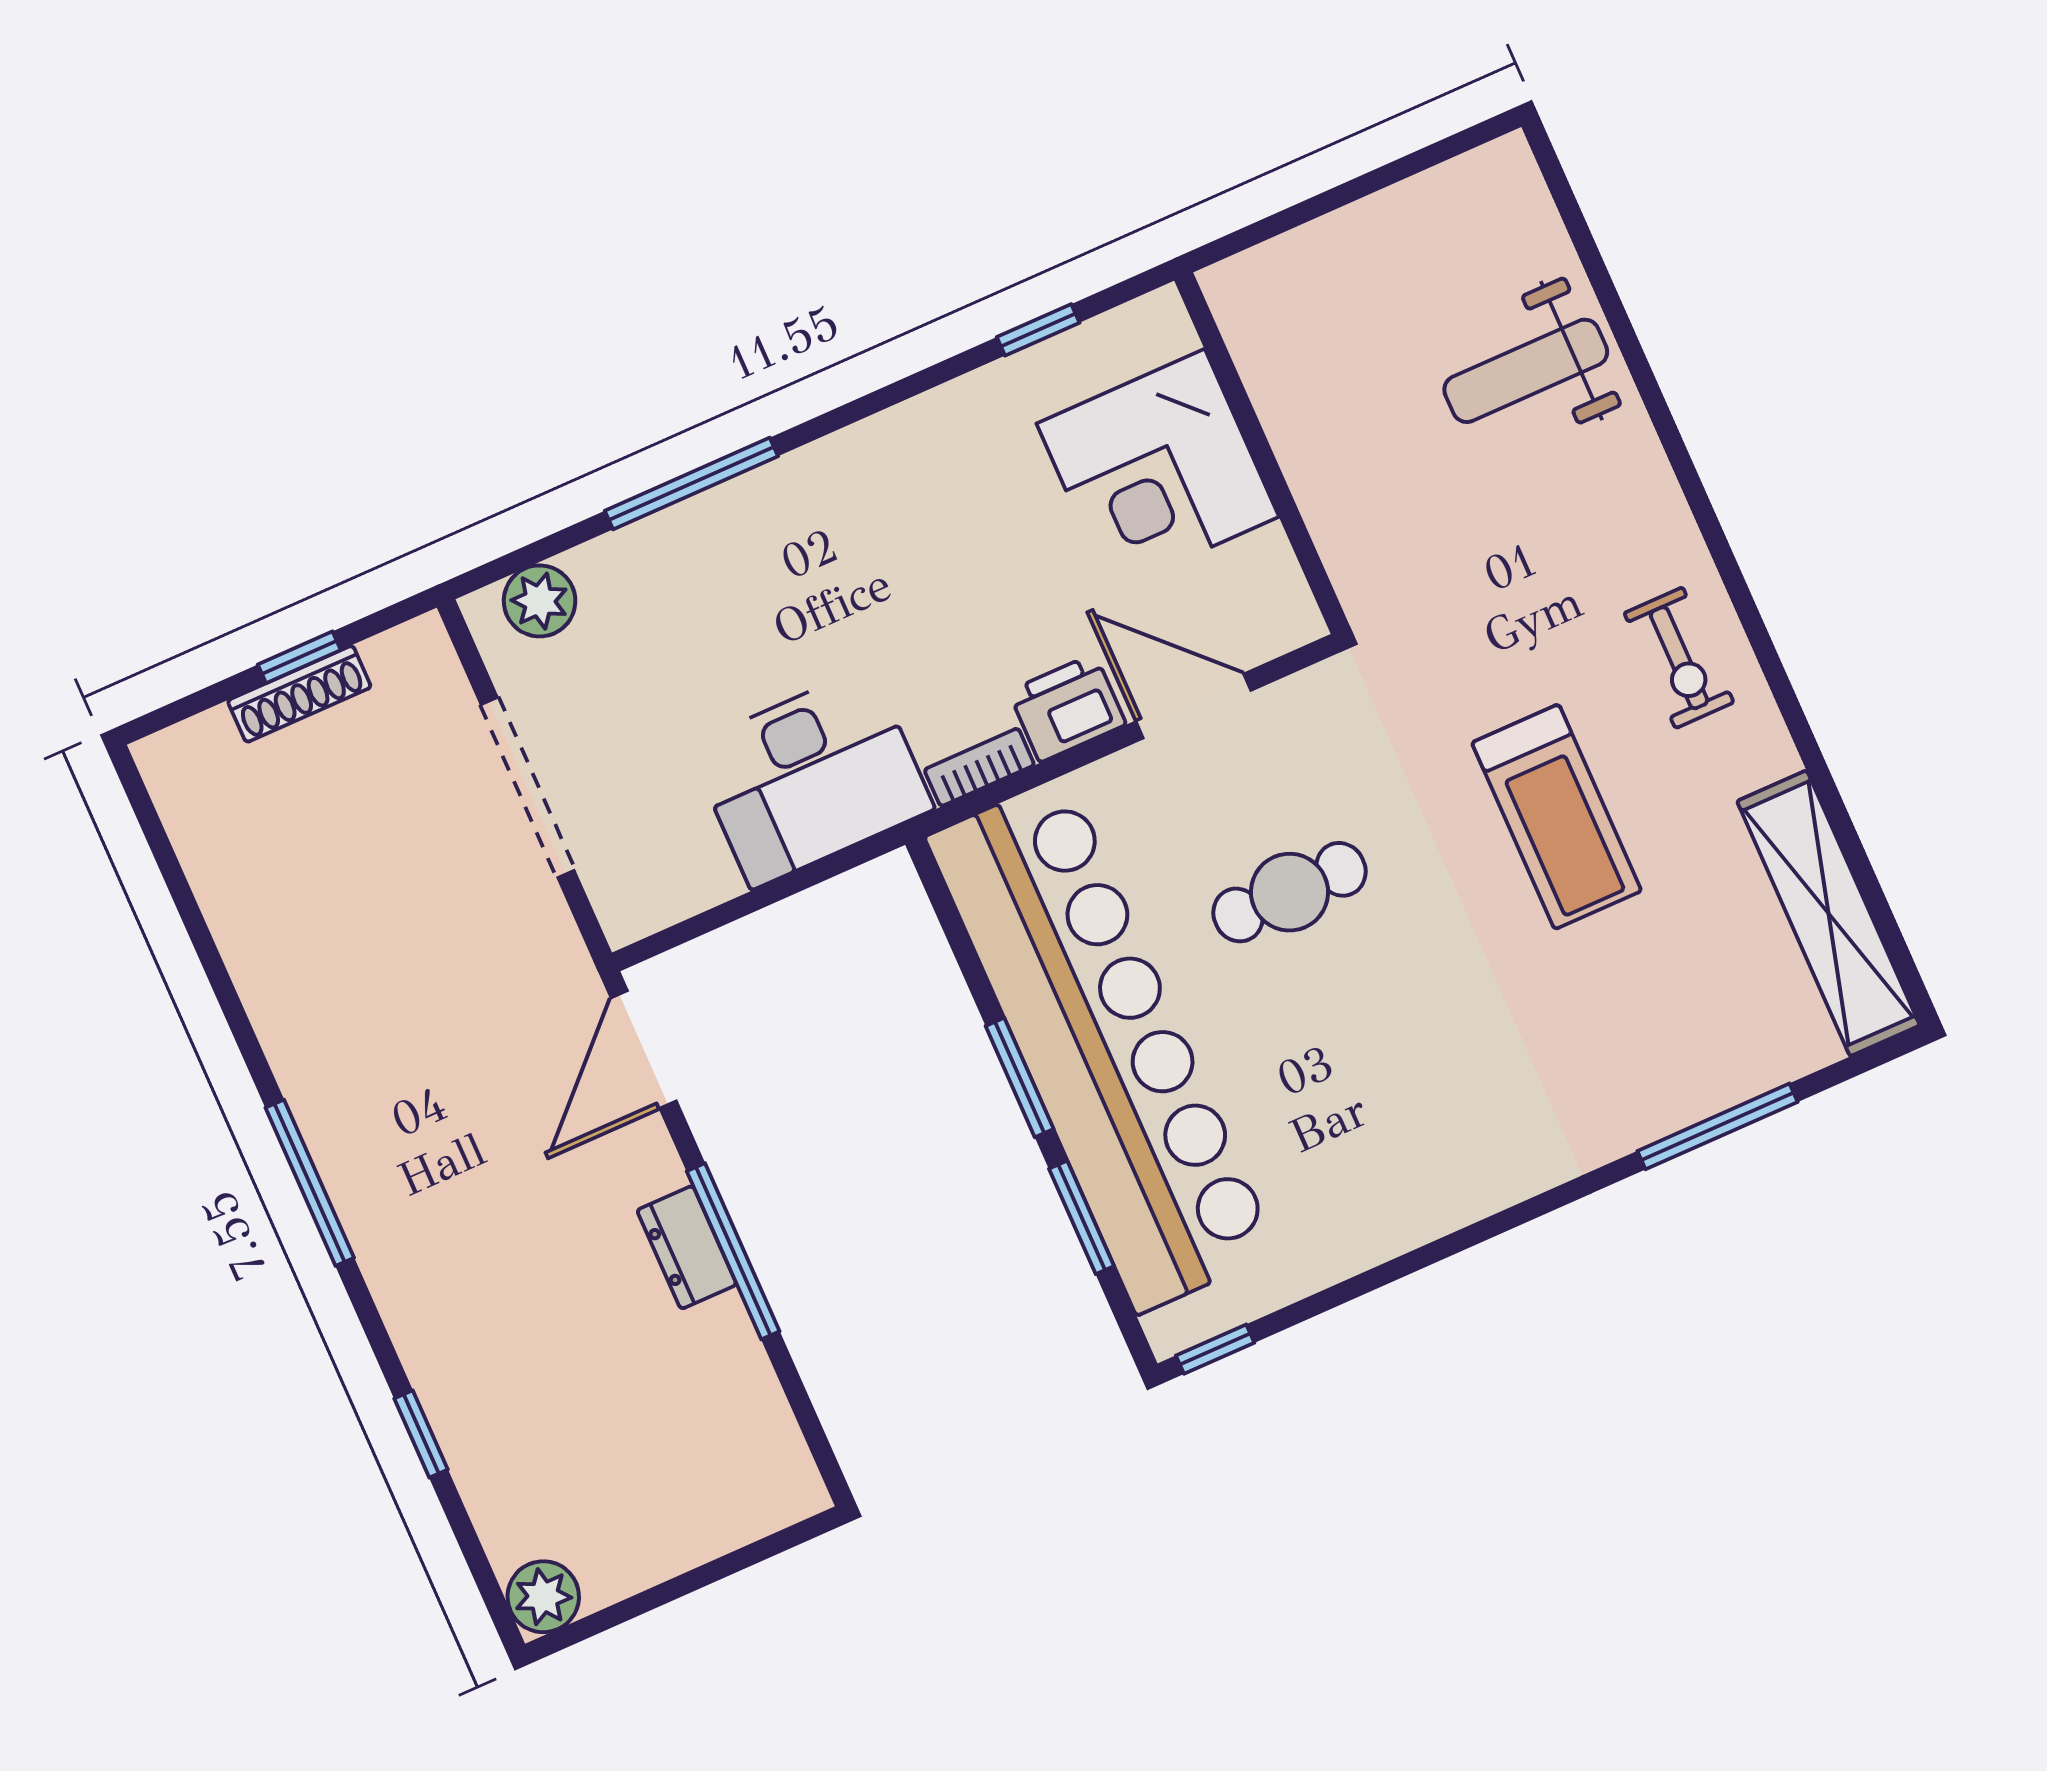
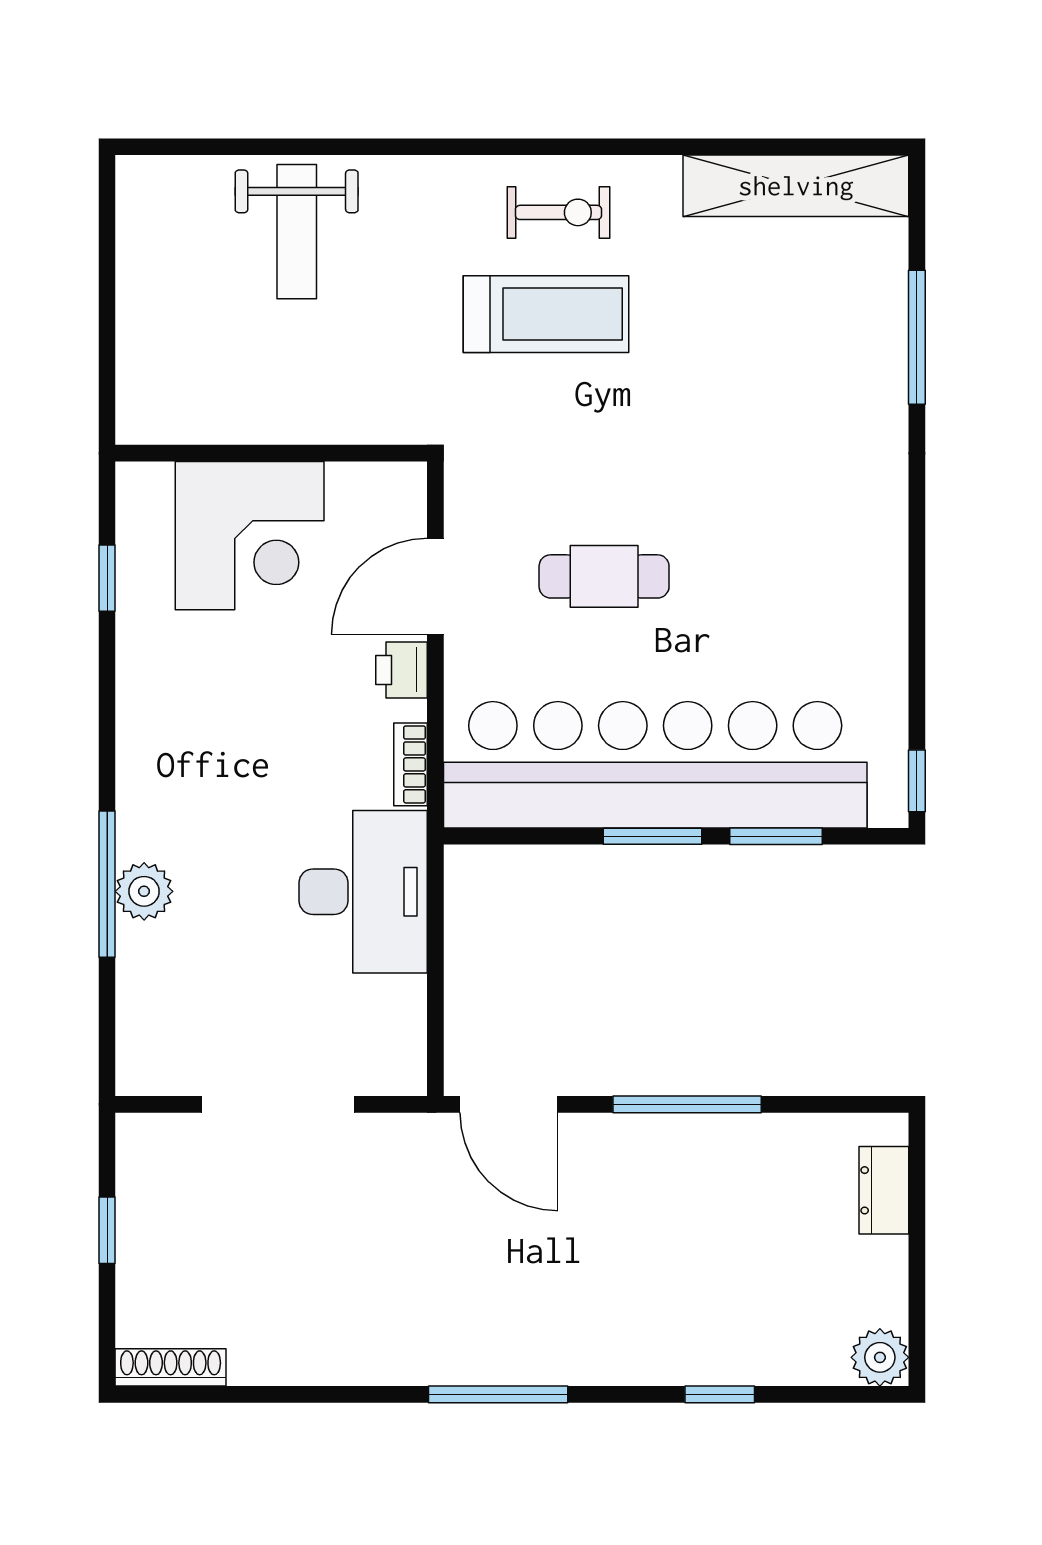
plant: (540, 601) -> (144, 891), moved
shoe rack: (299, 694) -> (171, 1367), moved, turned -90
printer: (1067, 708) -> (402, 670), width x0.73, depth x0.81
treadmill: (1557, 817) -> (546, 314), moved
cafe table: (1290, 892) -> (604, 576), turned 90
dresser: (687, 1247) -> (884, 1190), moved, turned 90

